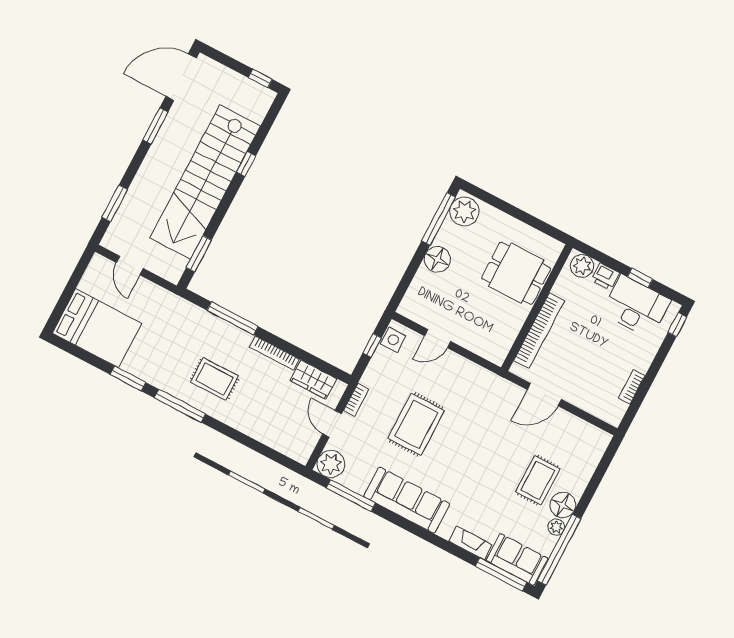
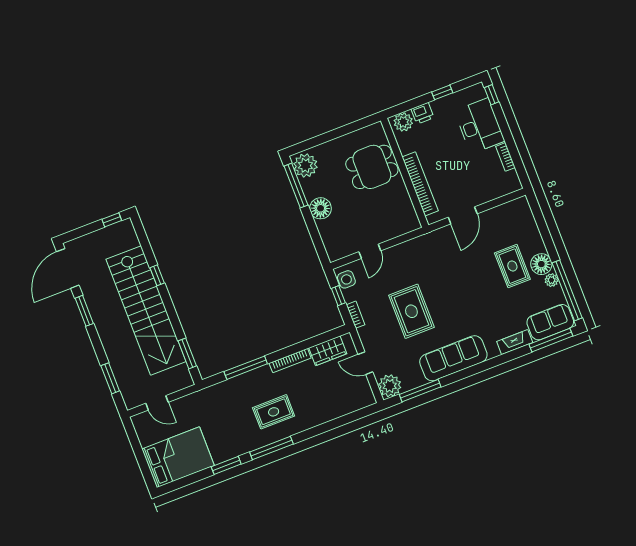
desk: (636, 306) -> (479, 126), moved, turned 90
bookcase: (356, 400) -> (356, 315), moved

